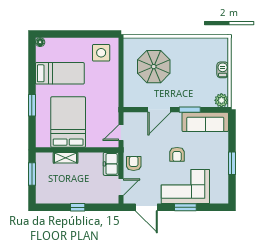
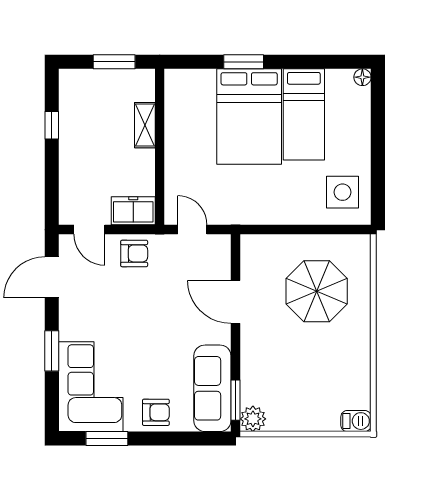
barbecue: (223, 70) -> (356, 421), moved
window: (190, 110) -> (235, 400), moved
bed: (68, 122) -> (249, 117), moved, turned 90
armchair: (177, 154) -> (156, 412), moved, turned 180
window: (232, 163) -> (107, 439), moved
corner sofa: (185, 186) -> (91, 387), moved
window: (78, 207) -> (52, 125), moved

